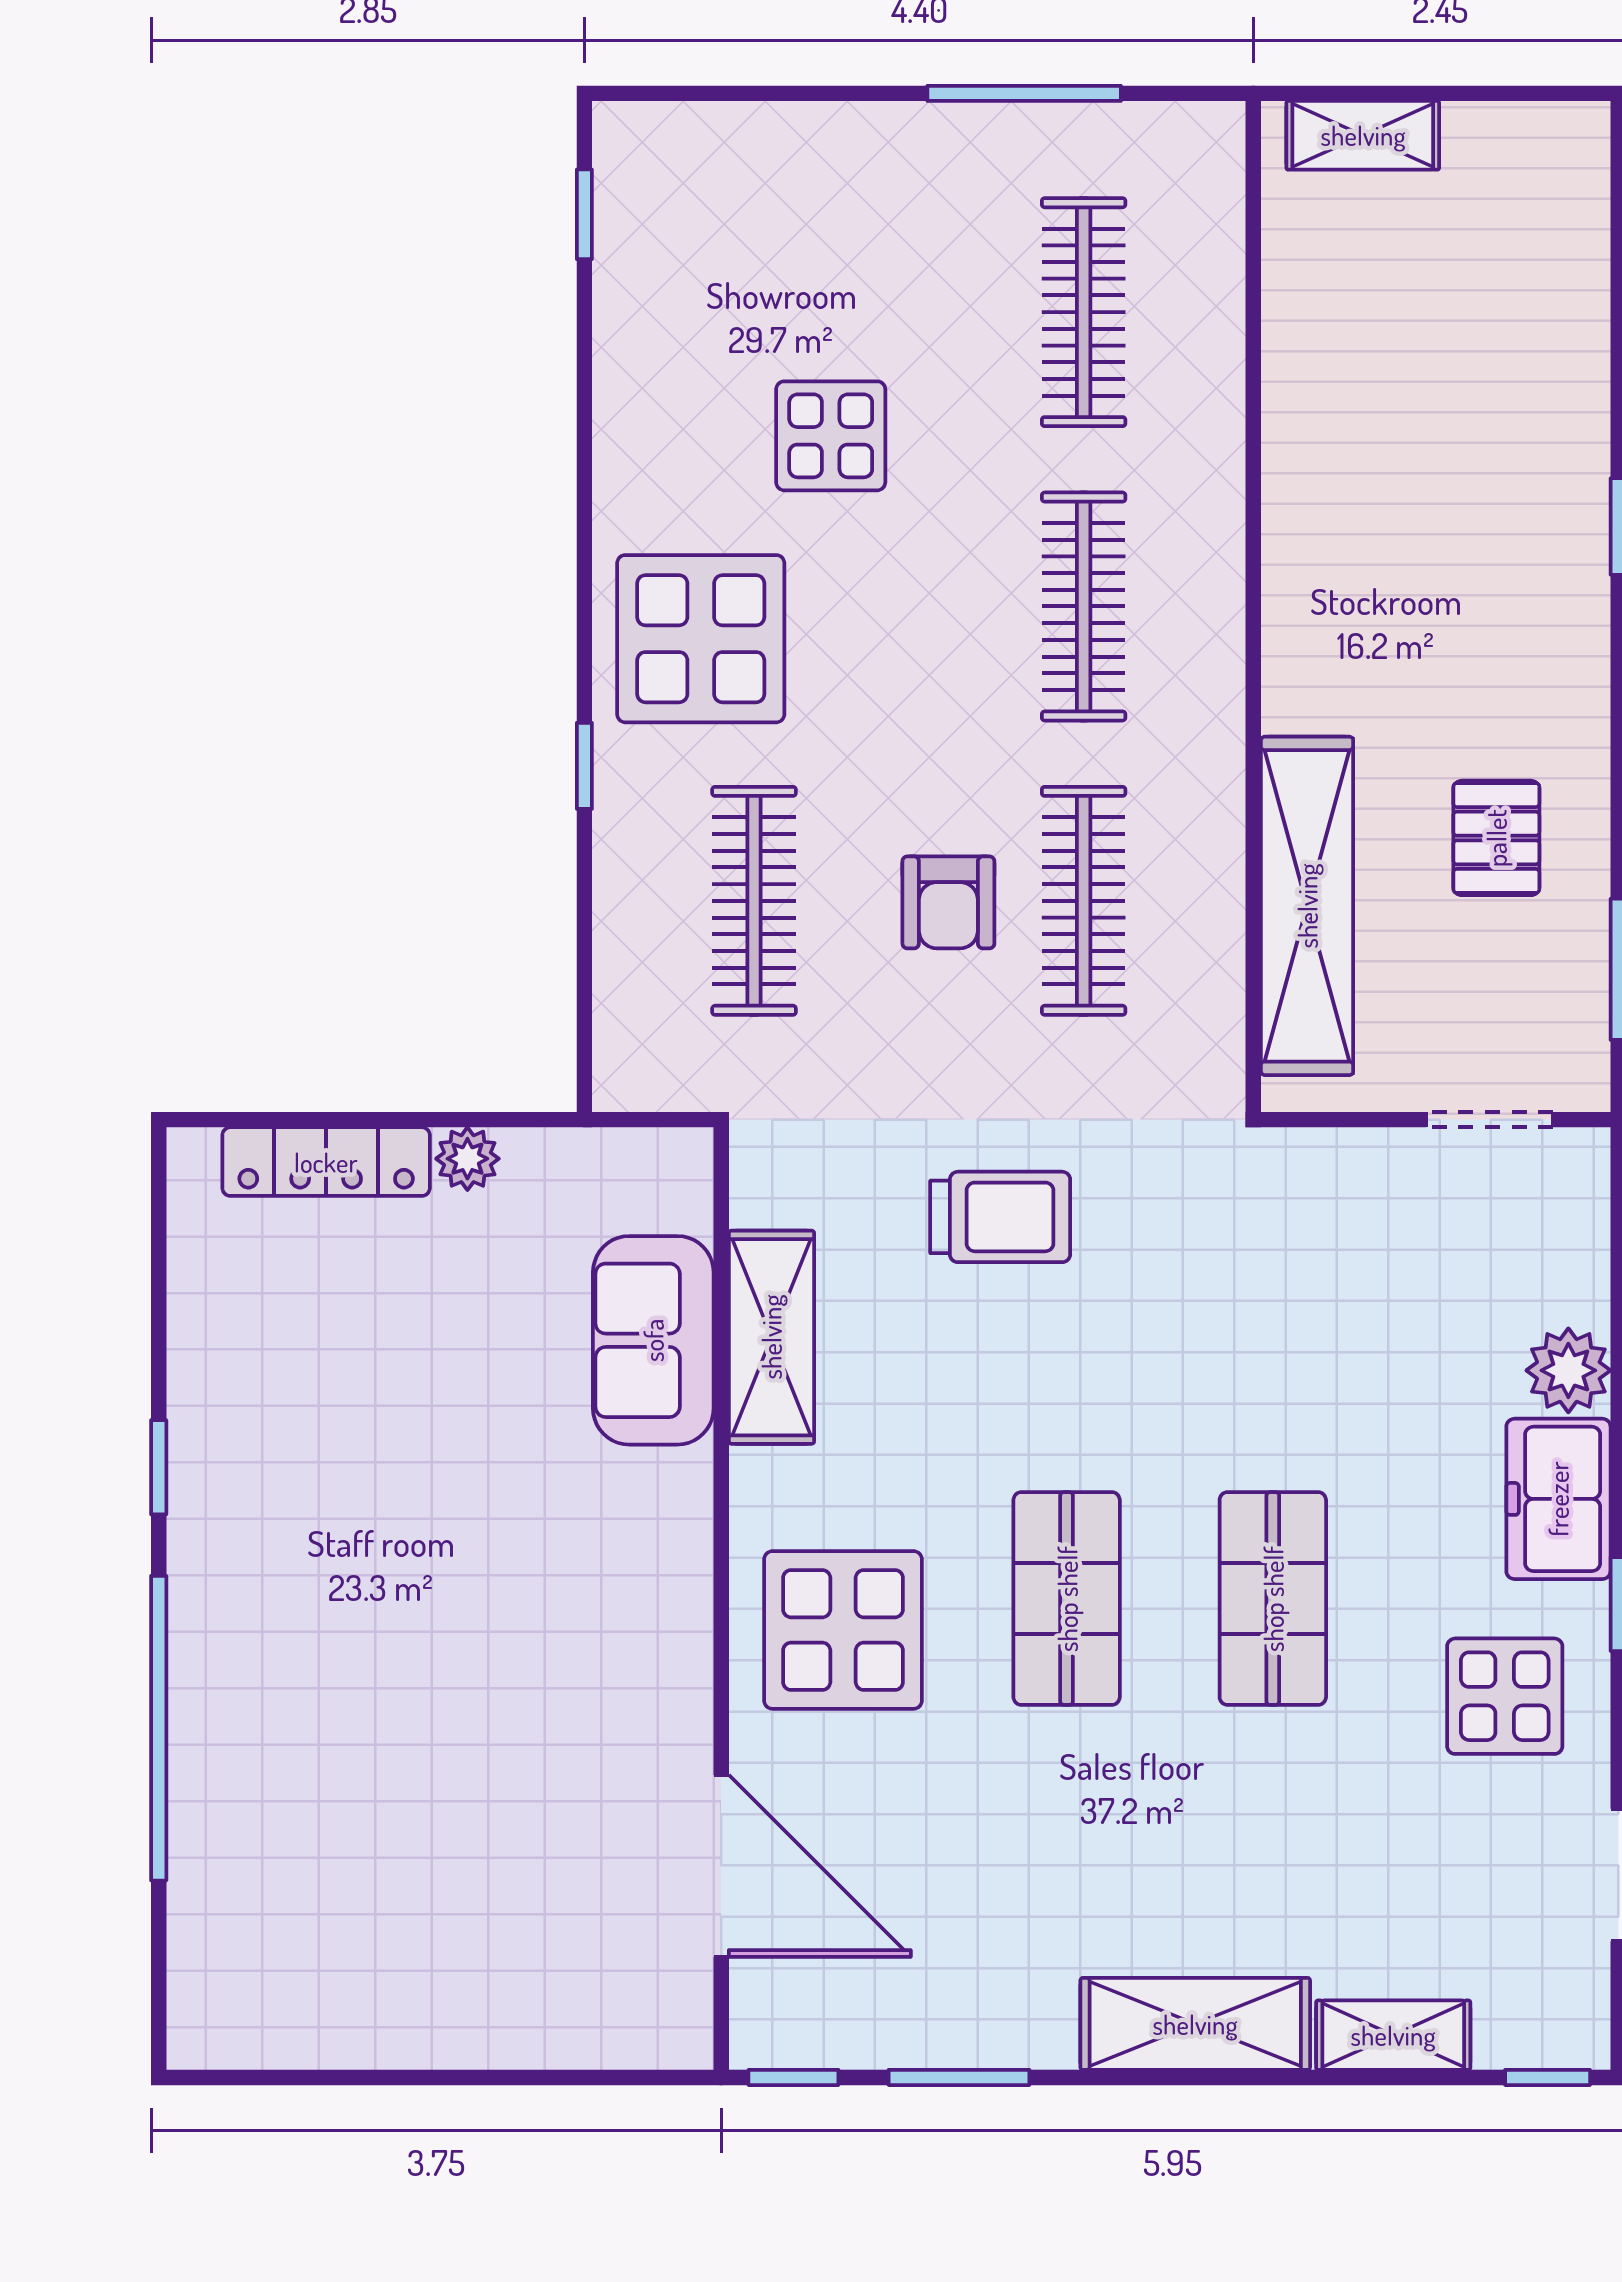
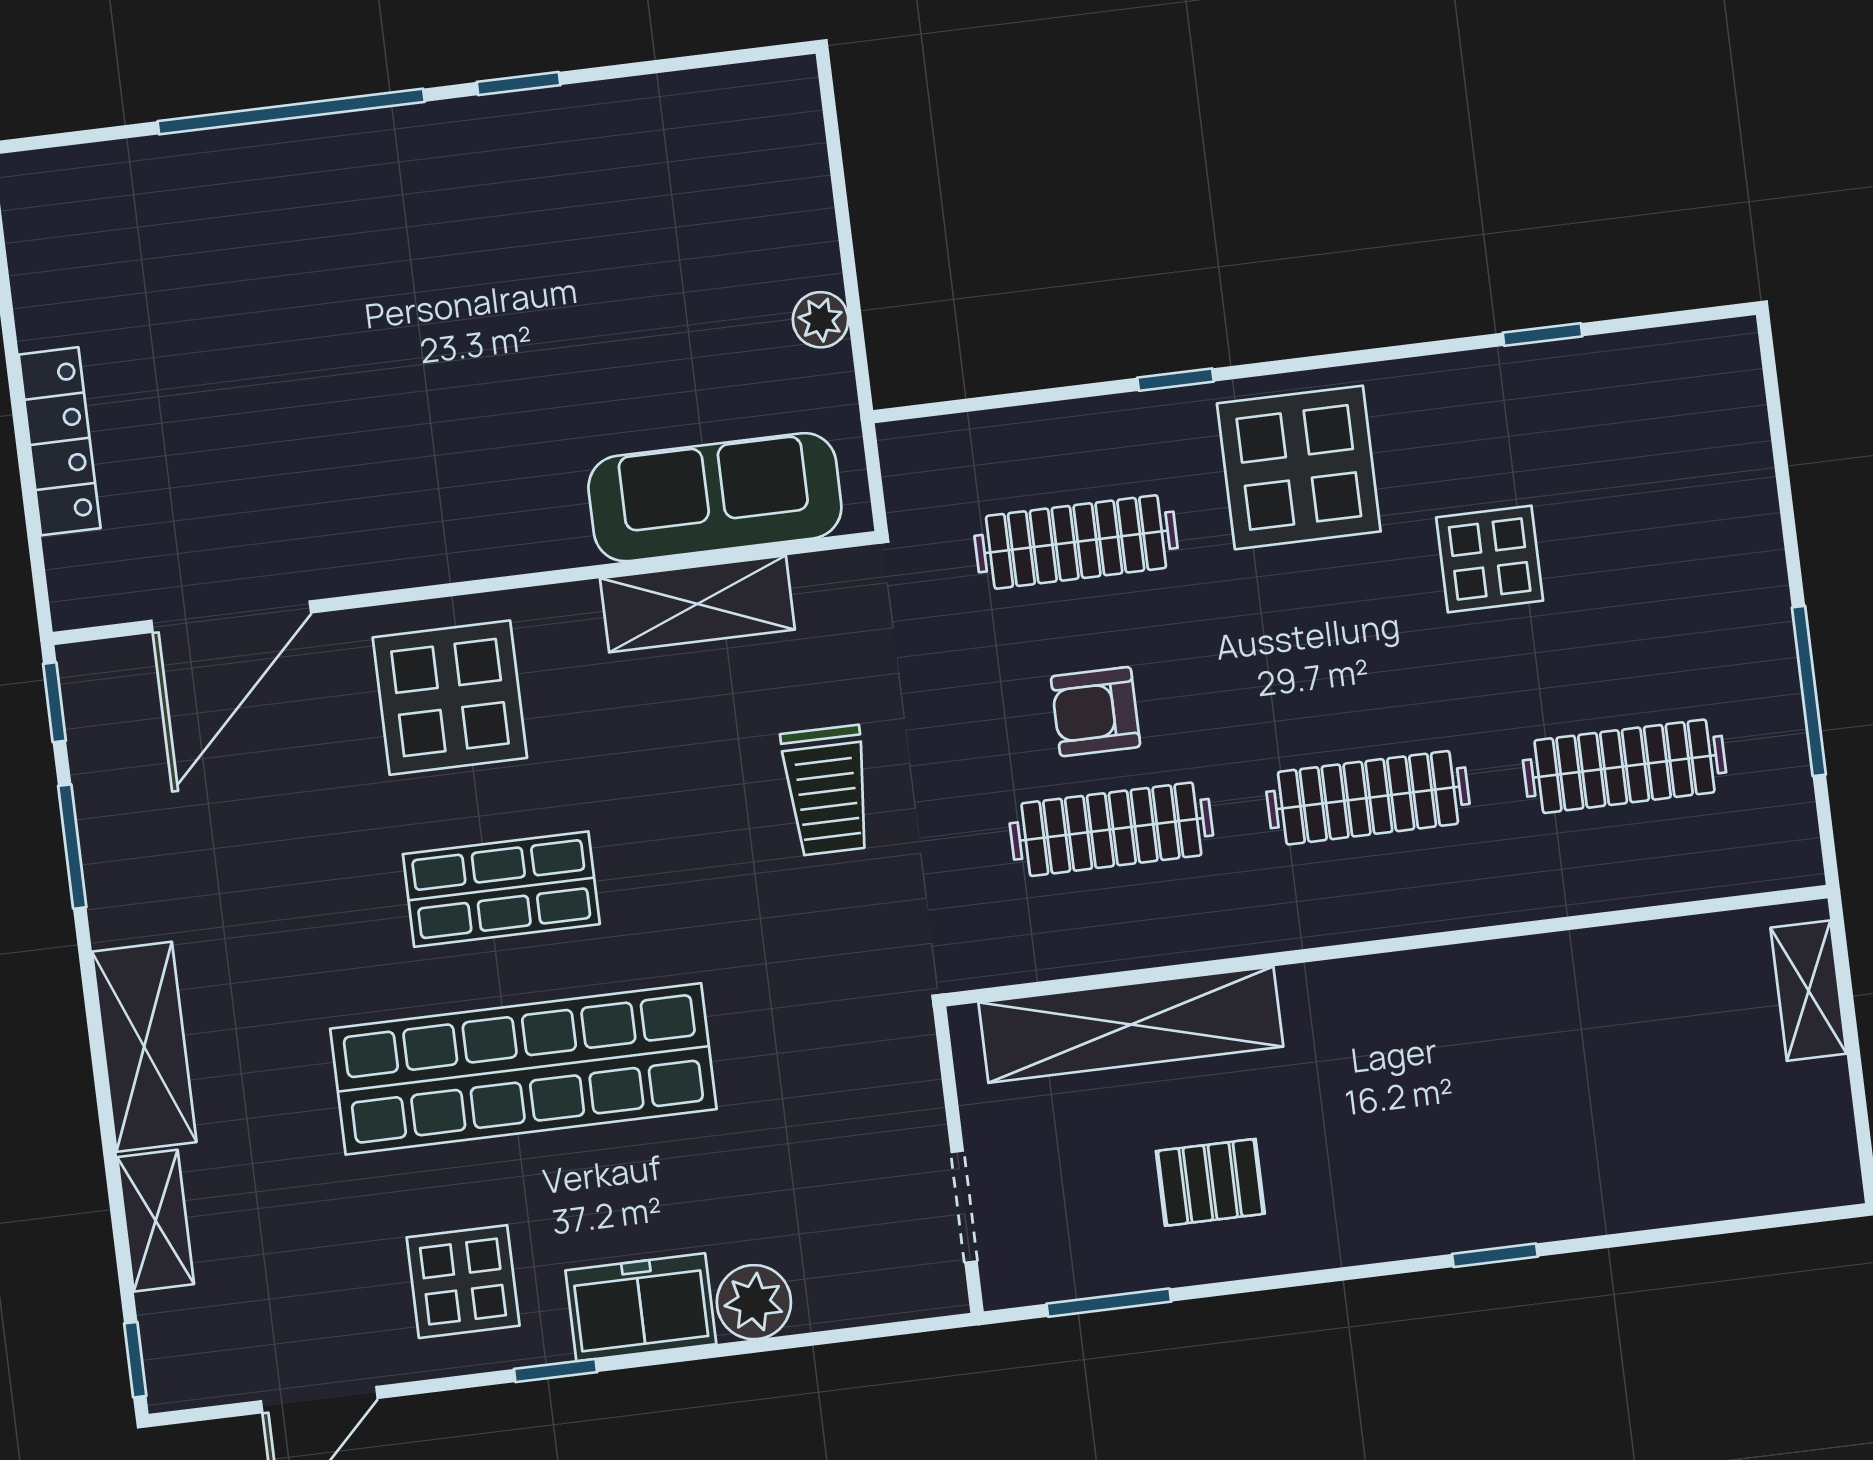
window: (584, 214) -> (1542, 335), moved
locker: (326, 1162) -> (60, 441), moved, turned 180
sofa: (653, 1340) -> (715, 497), width x1.36
shop shelf: (1273, 1599) -> (523, 1069), width x2.00, depth x1.36

